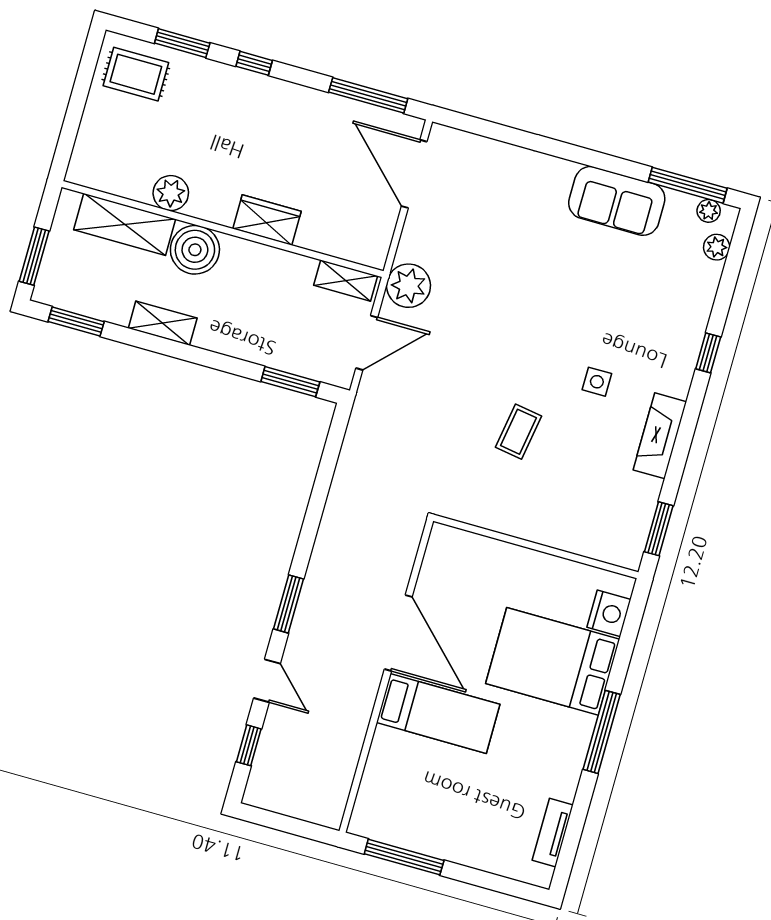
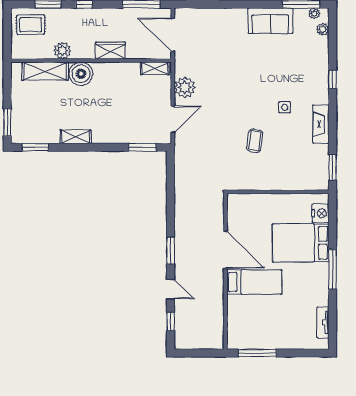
plant: (171, 193) -> (62, 51), moved
wardrobe: (267, 220) -> (110, 51), moved
shelving: (125, 224) -> (45, 71), moved
wall: (223, 229) -> (91, 61), moved
boiler: (195, 250) -> (81, 74), moved
shelving: (346, 281) -> (155, 68), moved

